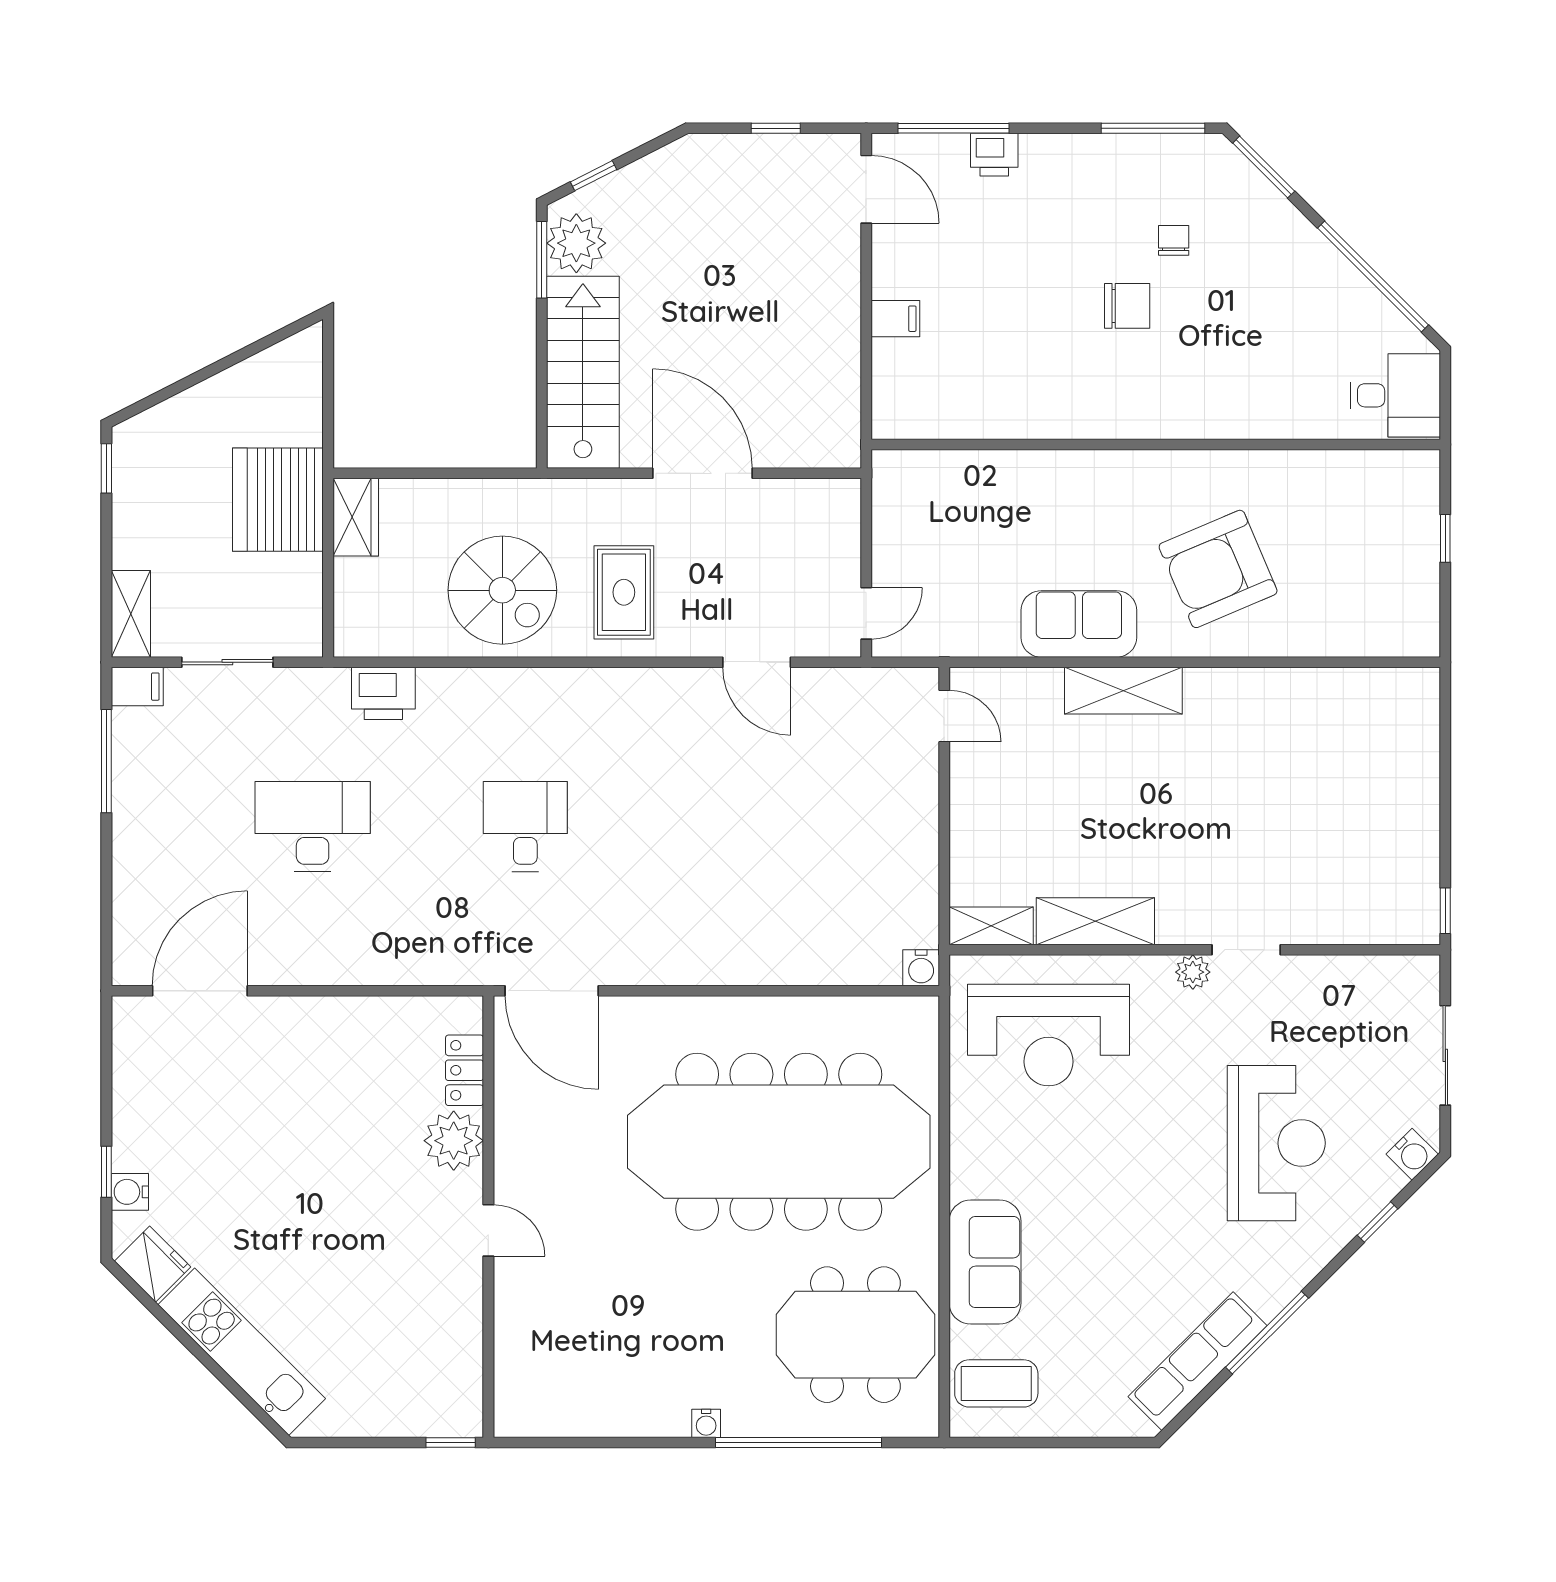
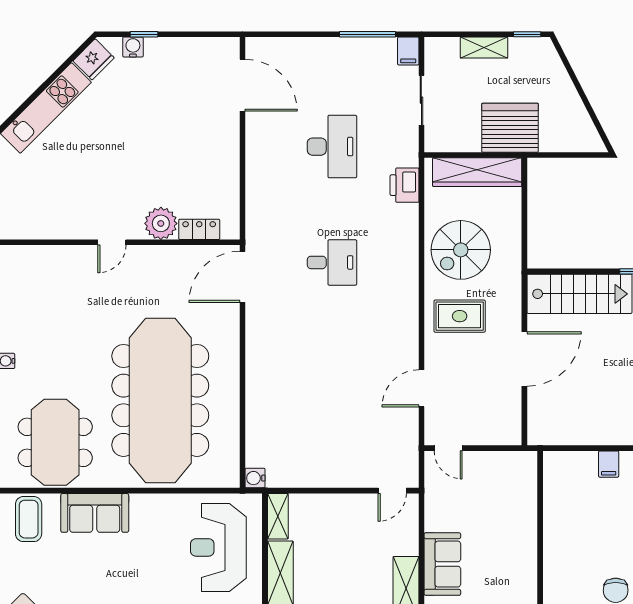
wardrobe: (356, 517) -> (477, 172), width x2.10, depth x1.17
shelving: (131, 614) -> (484, 48), moved

